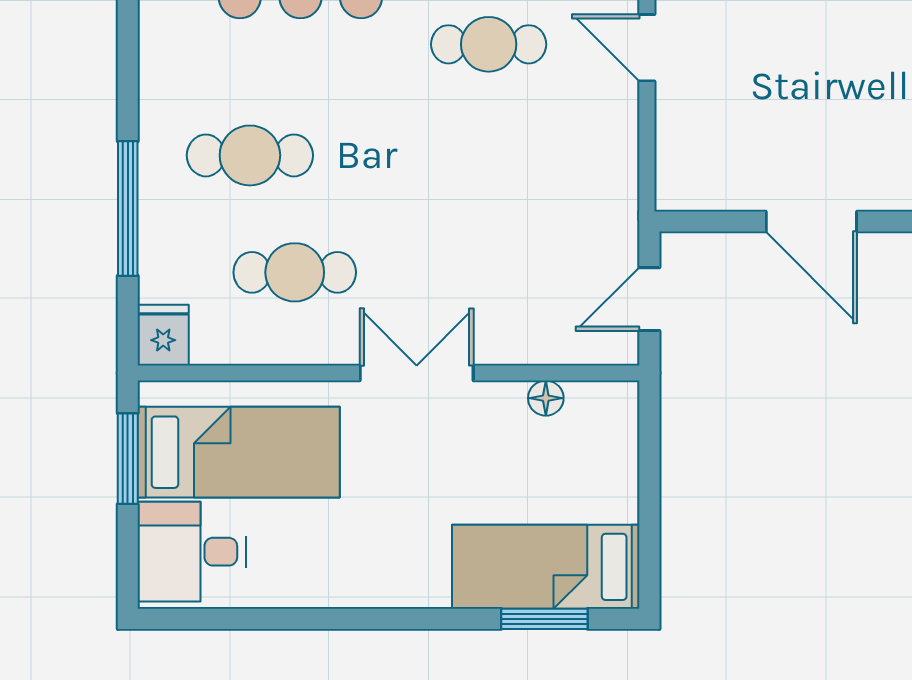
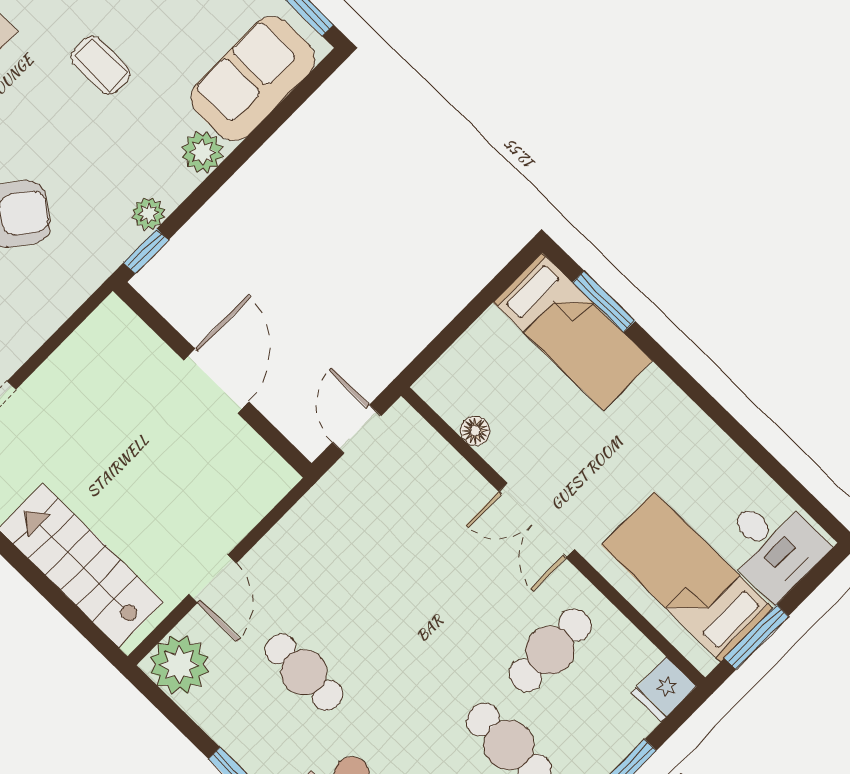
cafe table: (295, 272) -> (550, 650), turned 90
door: (649, 299) -> (357, 429), swing flipped

